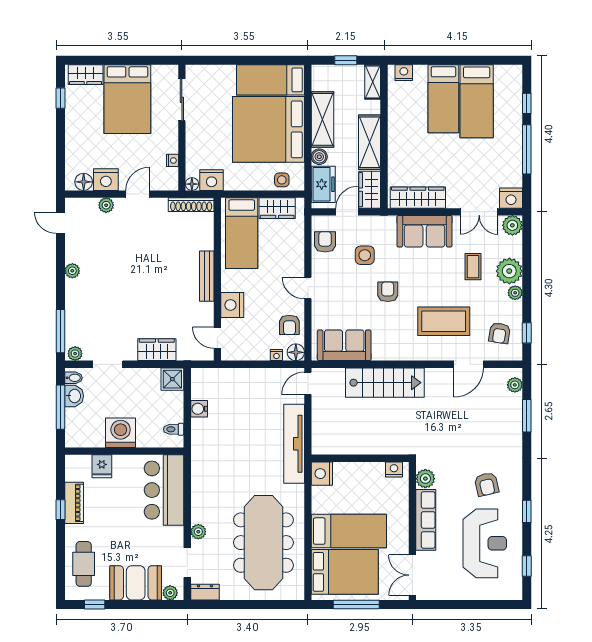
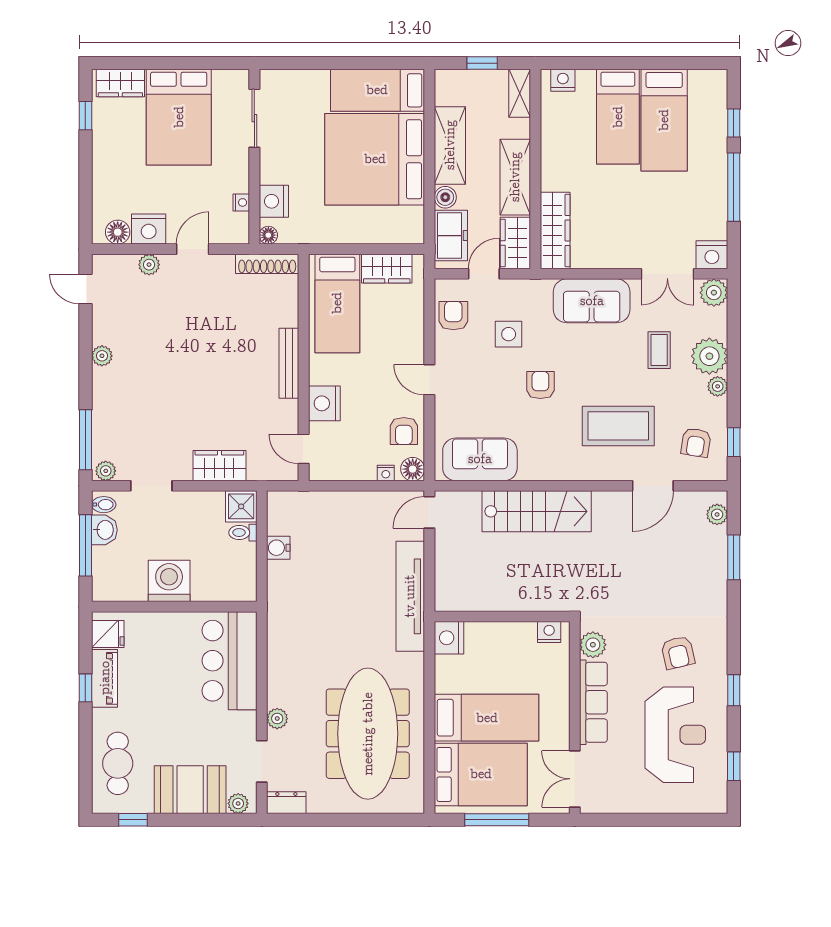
nightstand: (212, 180) -> (274, 201), moved, turned 90
side table: (282, 180) -> (393, 229), removed
wardrobe: (418, 198) -> (555, 231), moved, turned 90
toilet: (174, 429) -> (243, 533), moved
fridge: (102, 466) -> (108, 634), moved, turned -90

